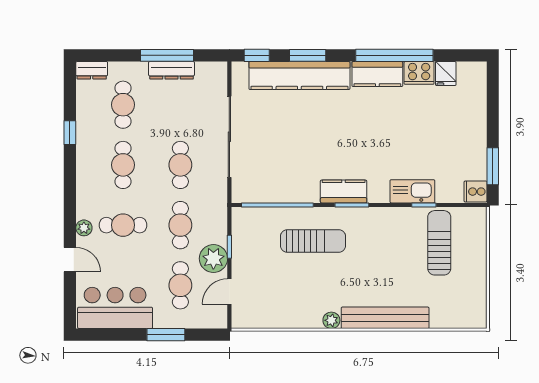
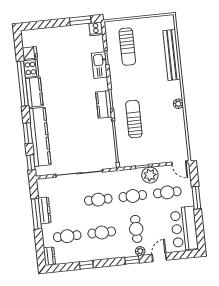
window: (70, 212) -> (132, 260), added
sun lounger: (439, 243) -> (127, 47), turned -90
door: (229, 291) -> (179, 163), moved
bench: (385, 318) -> (172, 55), moved

